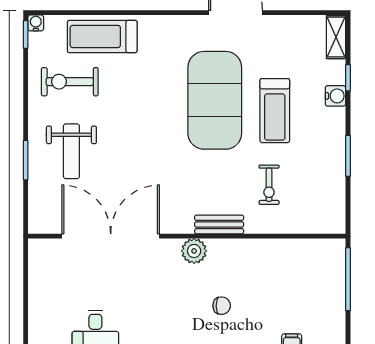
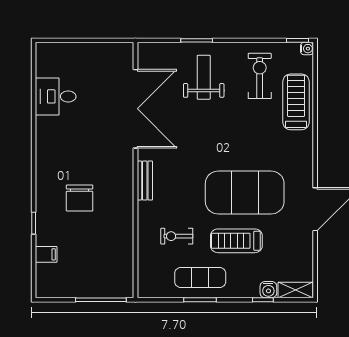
water cooler: (335, 96) -> (268, 290), moved
weight bench: (71, 151) -> (204, 77), turned 90
exercise mat: (320, 156) -> (200, 277), added
bench: (219, 224) -> (145, 181), moved
plant: (194, 251) -> (124, 176), removed
chair: (222, 306) -> (80, 198), width x1.87, depth x1.87

